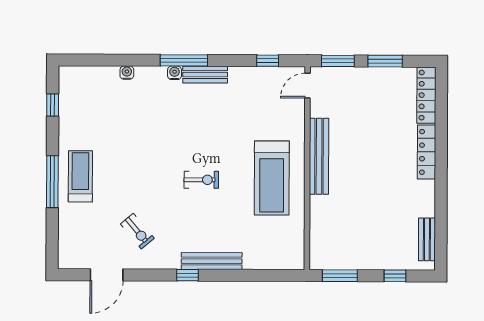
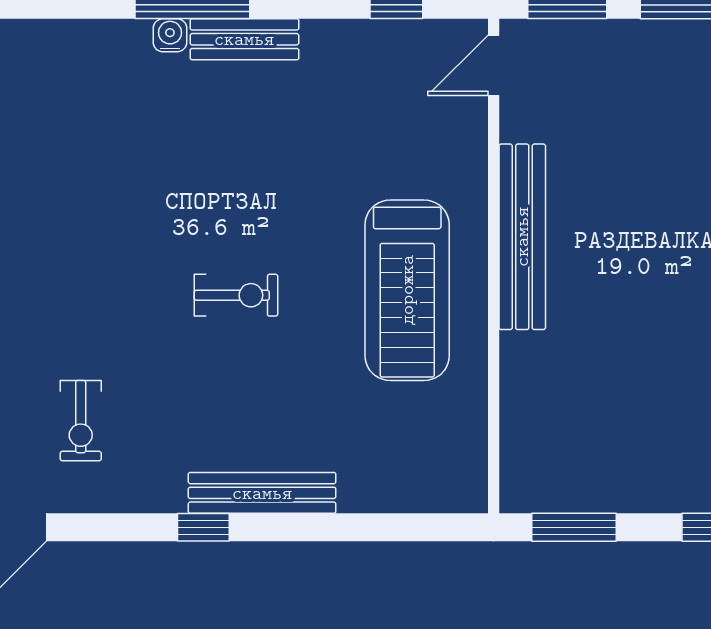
water cooler: (127, 73) -> (54, 35), removed
exercise bike: (137, 231) -> (81, 421), turned 40

